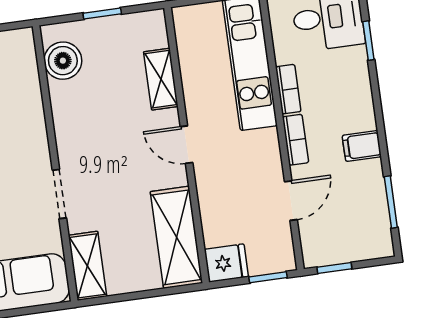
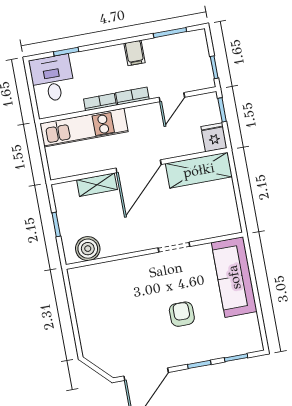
door: (187, 145) -> (139, 166), width x1.87
door: (291, 201) -> (172, 97), swing flipped
shelving: (87, 266) -> (220, 227), removed

